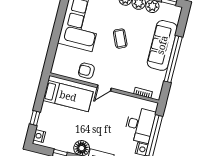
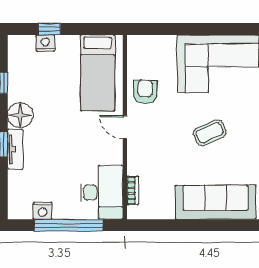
window: (173, 59) -> (198, 225), removed
desk: (140, 125) -> (102, 192), moved, turned -90
nightstand: (39, 136) -> (45, 43), moved

